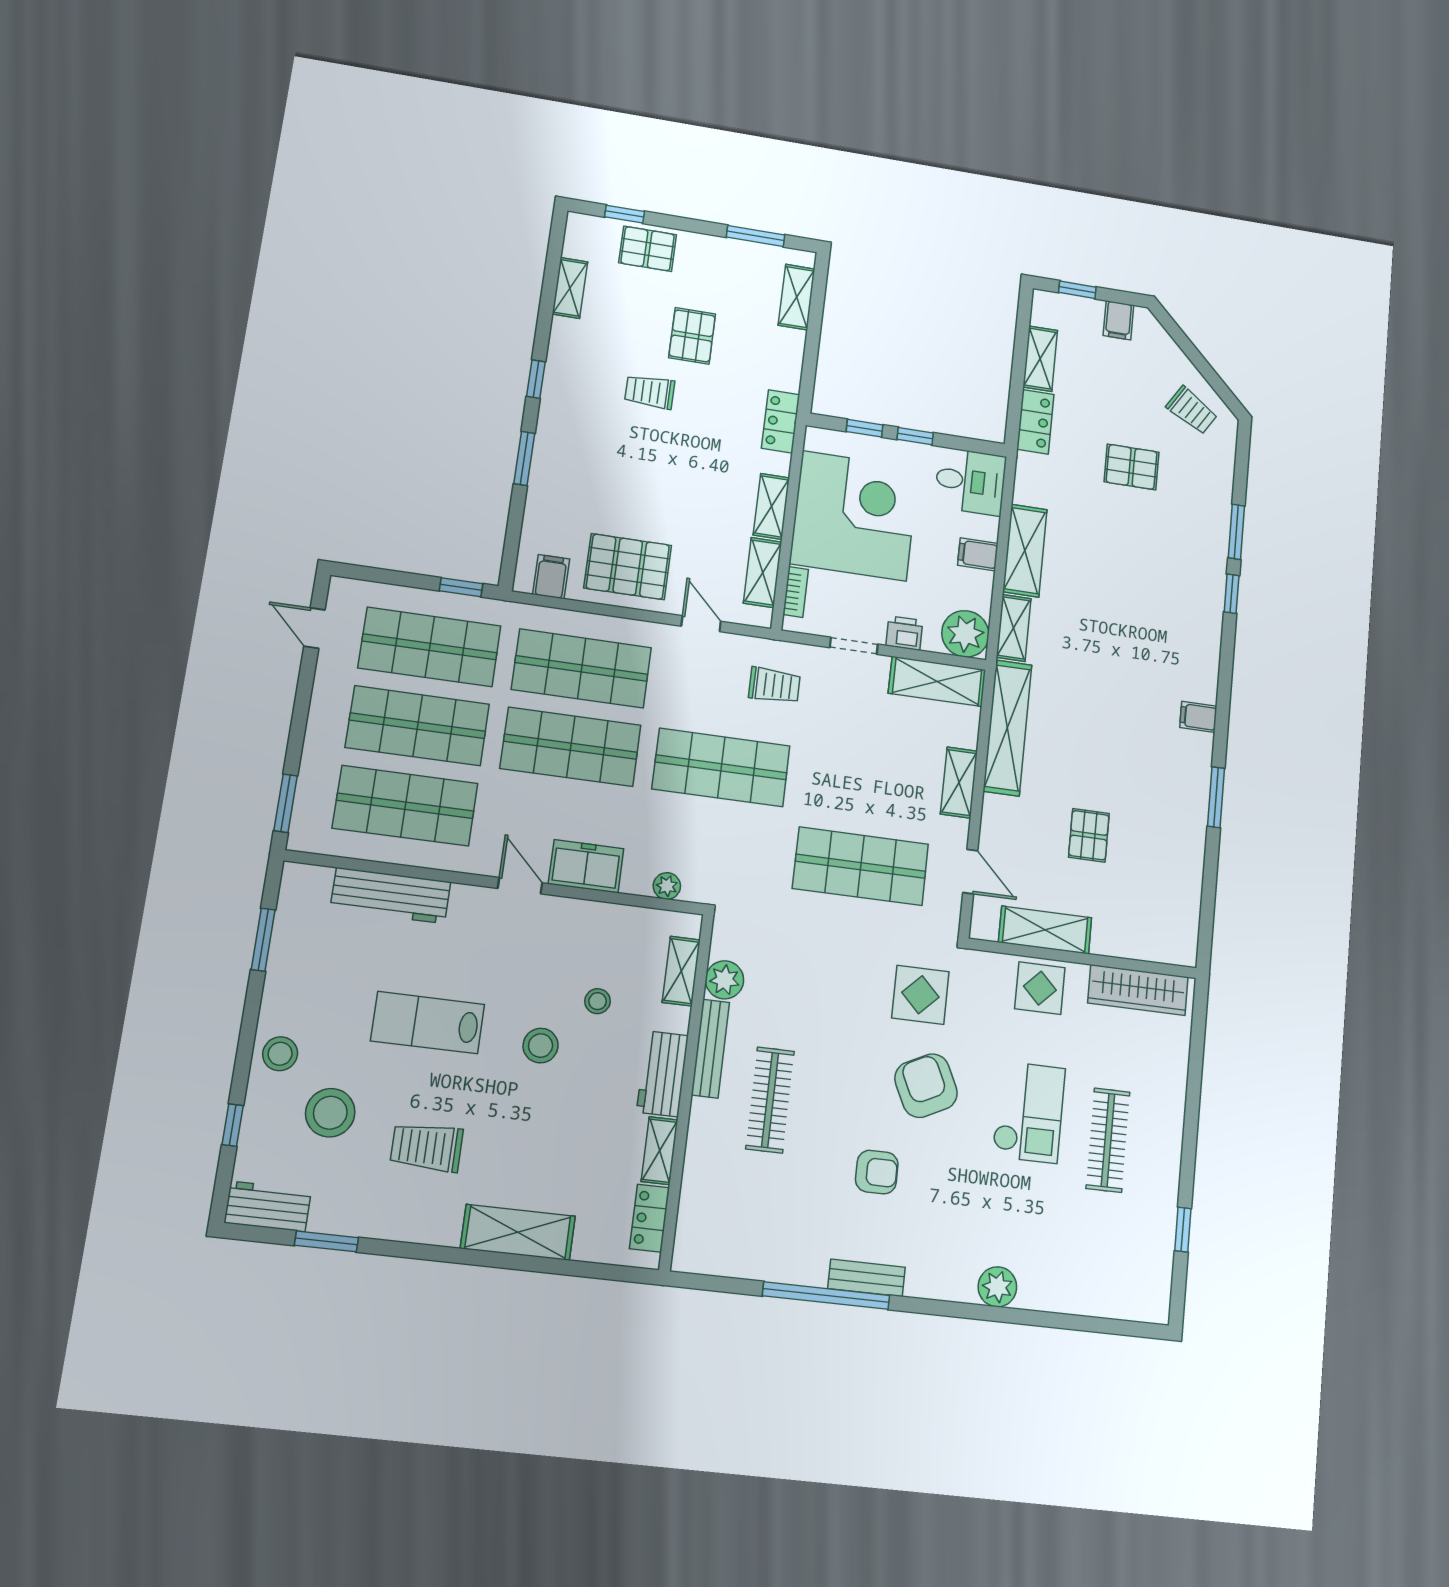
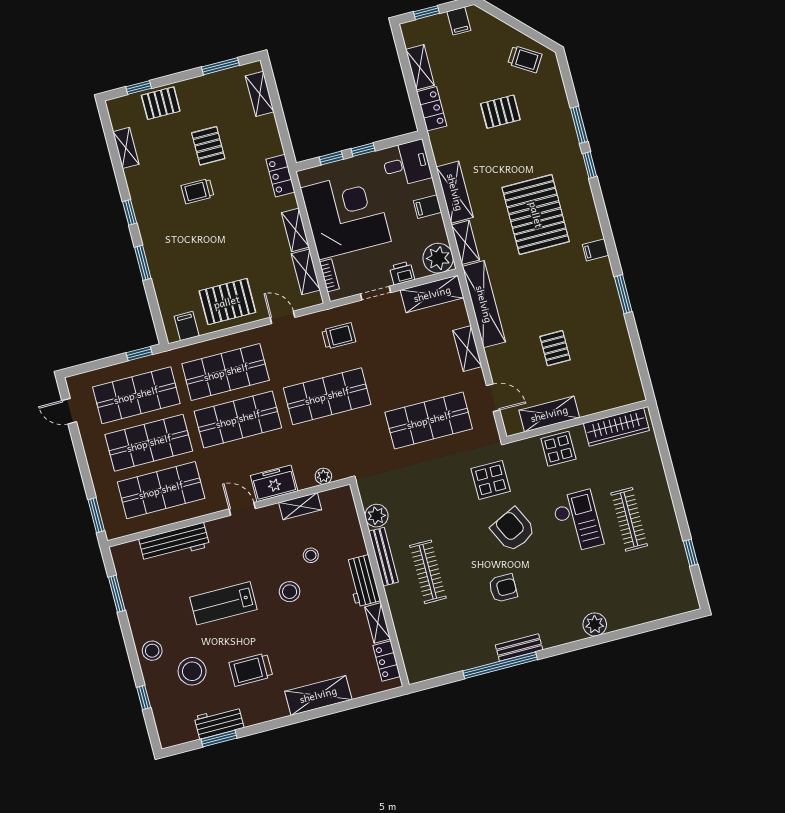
pallet: (1130, 631) -> (536, 215), added
shelving: (681, 971) -> (300, 506), moved, turned 90
workbench: (268, 1206) -> (219, 722), moved

